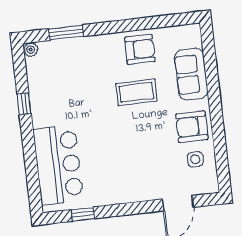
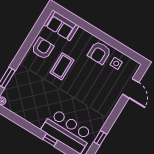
sofa: (191, 74) -> (61, 25), moved
window: (24, 104) -> (50, 140), moved

